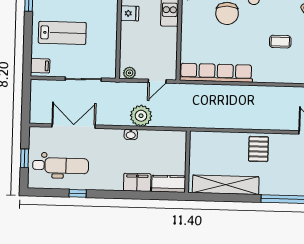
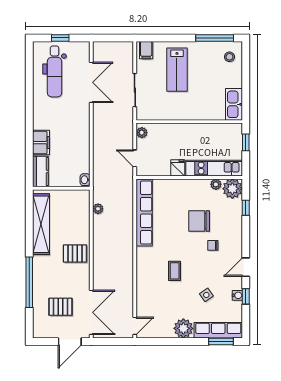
fridge: (130, 13) -> (178, 168), moved, turned 180
plant: (141, 116) -> (98, 209), moved, width x0.53, depth x0.53
washbasin: (131, 134) -> (85, 180), moved
window: (78, 193) -> (29, 88), removed

